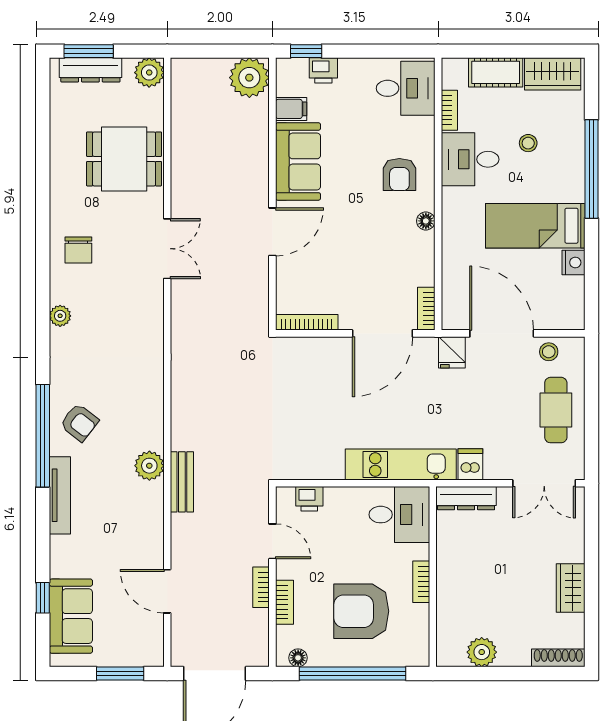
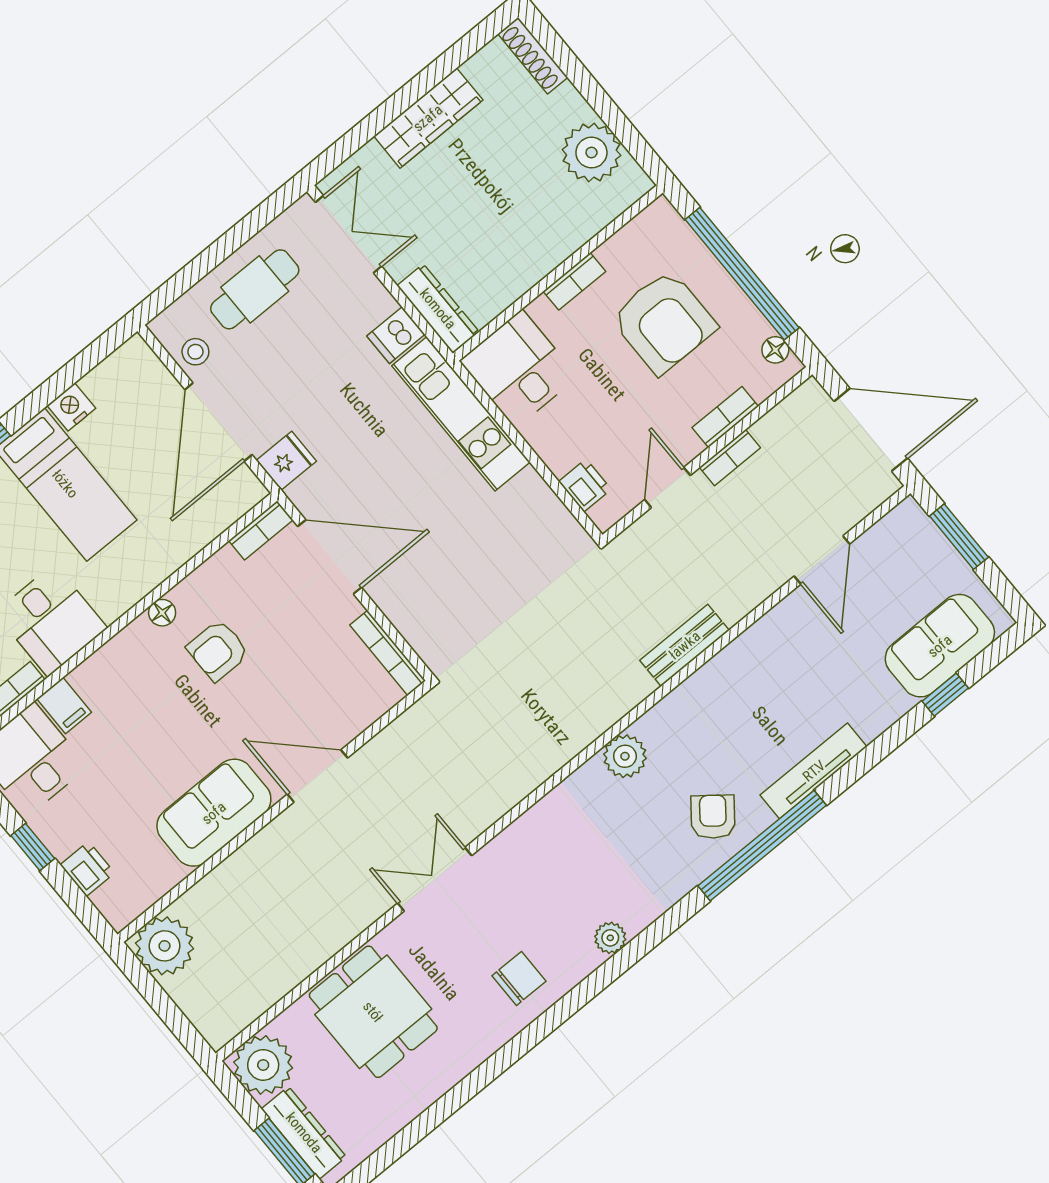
window: (306, 51) -> (33, 847), moved
plant: (149, 73) -> (263, 1065), width x1.36, depth x1.36
filing cabinet: (291, 109) -> (64, 705), moved, turned 180
armchair: (399, 175) -> (218, 650), moved, turned 180
plant: (149, 466) -> (625, 756), moved
wardrobe: (571, 588) -> (428, 118), width x1.50
plant: (482, 652) -> (591, 153), width x1.36, depth x1.36

